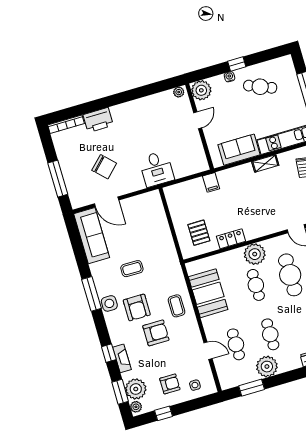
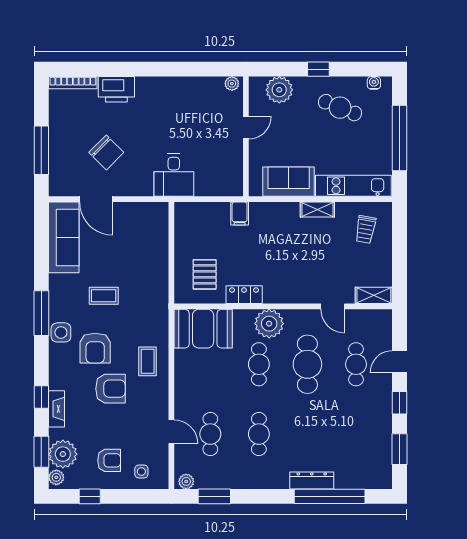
water cooler: (229, 77) -> (374, 83), moved
plant: (201, 90) -> (279, 90), moved
booth: (208, 293) -> (203, 329), moved, turned 90
plant: (267, 367) -> (186, 481), moved, width x0.53, depth x0.53

